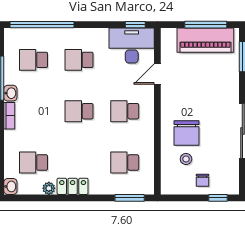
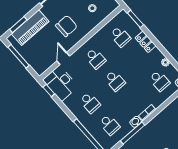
piano: (205, 40) -> (30, 28), moved, turned 90
door: (157, 74) -> (63, 59), swing flipped
chair: (187, 133) -> (66, 26), moved
locker: (73, 186) -> (146, 42), moved

